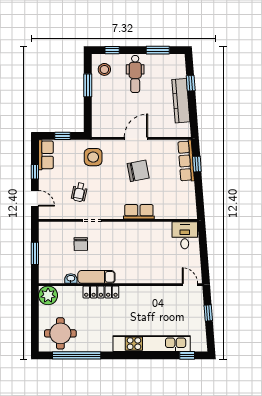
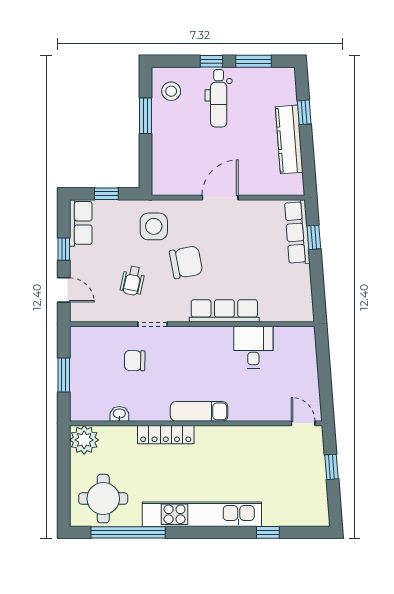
window: (112, 50) -> (211, 61), moved
chair: (138, 171) -> (186, 262), moved
row of seats: (139, 212) -> (224, 311), width x1.48
desk: (185, 235) -> (253, 347), moved
chair: (81, 244) -> (135, 361), turned 92
exam couch: (96, 277) -> (199, 411), moved
kitchen unit: (152, 344) -> (202, 514), moved
window: (187, 355) -> (268, 532), moved

